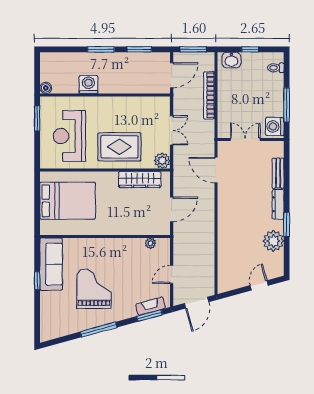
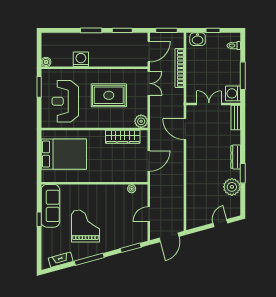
double door: (172, 130) -> (149, 83), moved
rug: (119, 147) -> (109, 95), moved
bench: (278, 173) -> (236, 118), moved
fireplace: (151, 306) -> (61, 260), moved

